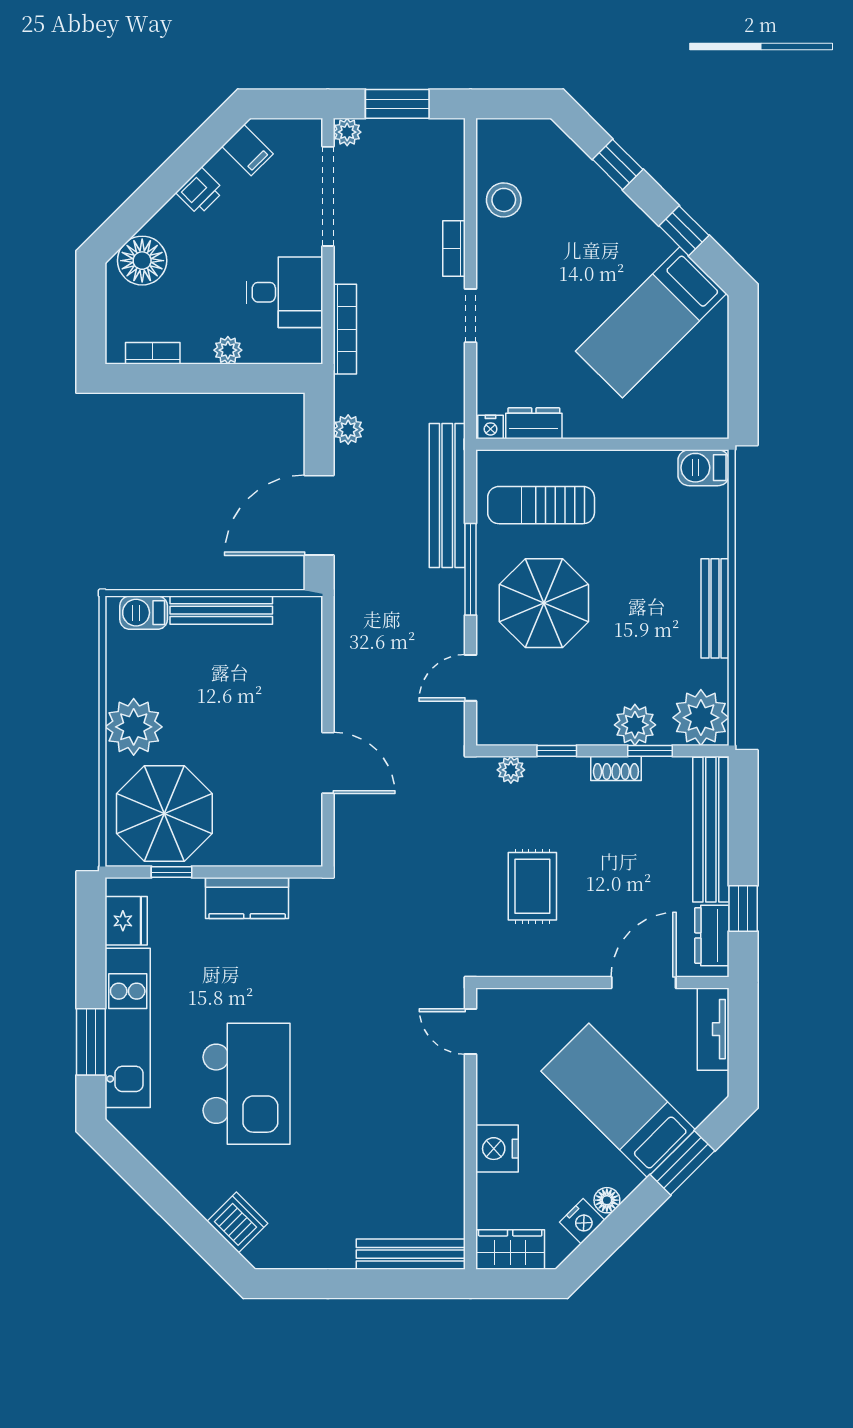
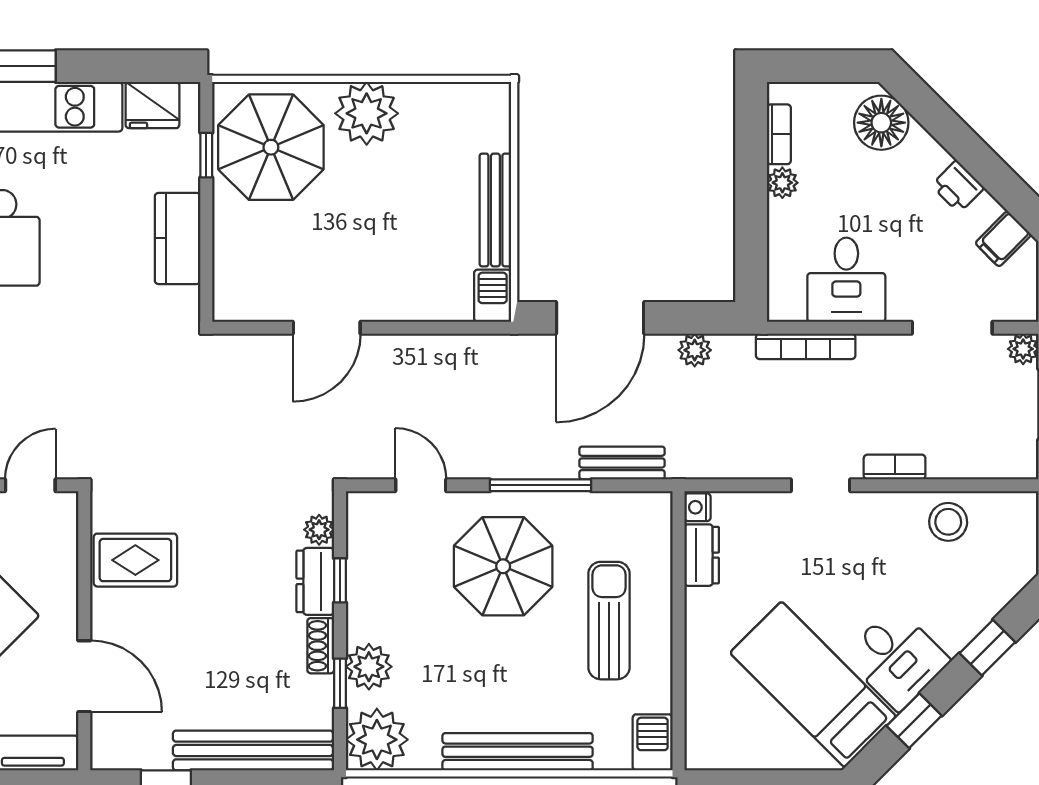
doorway: (328, 196) -> (952, 328), width x0.73
desk: (627, 247) -> (897, 658), added
plant: (228, 350) -> (782, 183), moved
bench: (447, 495) -> (622, 463), width x0.54, depth x0.82
sun lounger: (541, 505) -> (609, 621), moved
door: (319, 515) -> (600, 318), swing flipped
bench: (715, 608) -> (518, 752), width x1.37, depth x1.21
barbecue: (144, 613) -> (493, 296), moved
rug: (532, 886) -> (135, 560), moved
dresser: (712, 935) -> (315, 581), moved, turned -90

